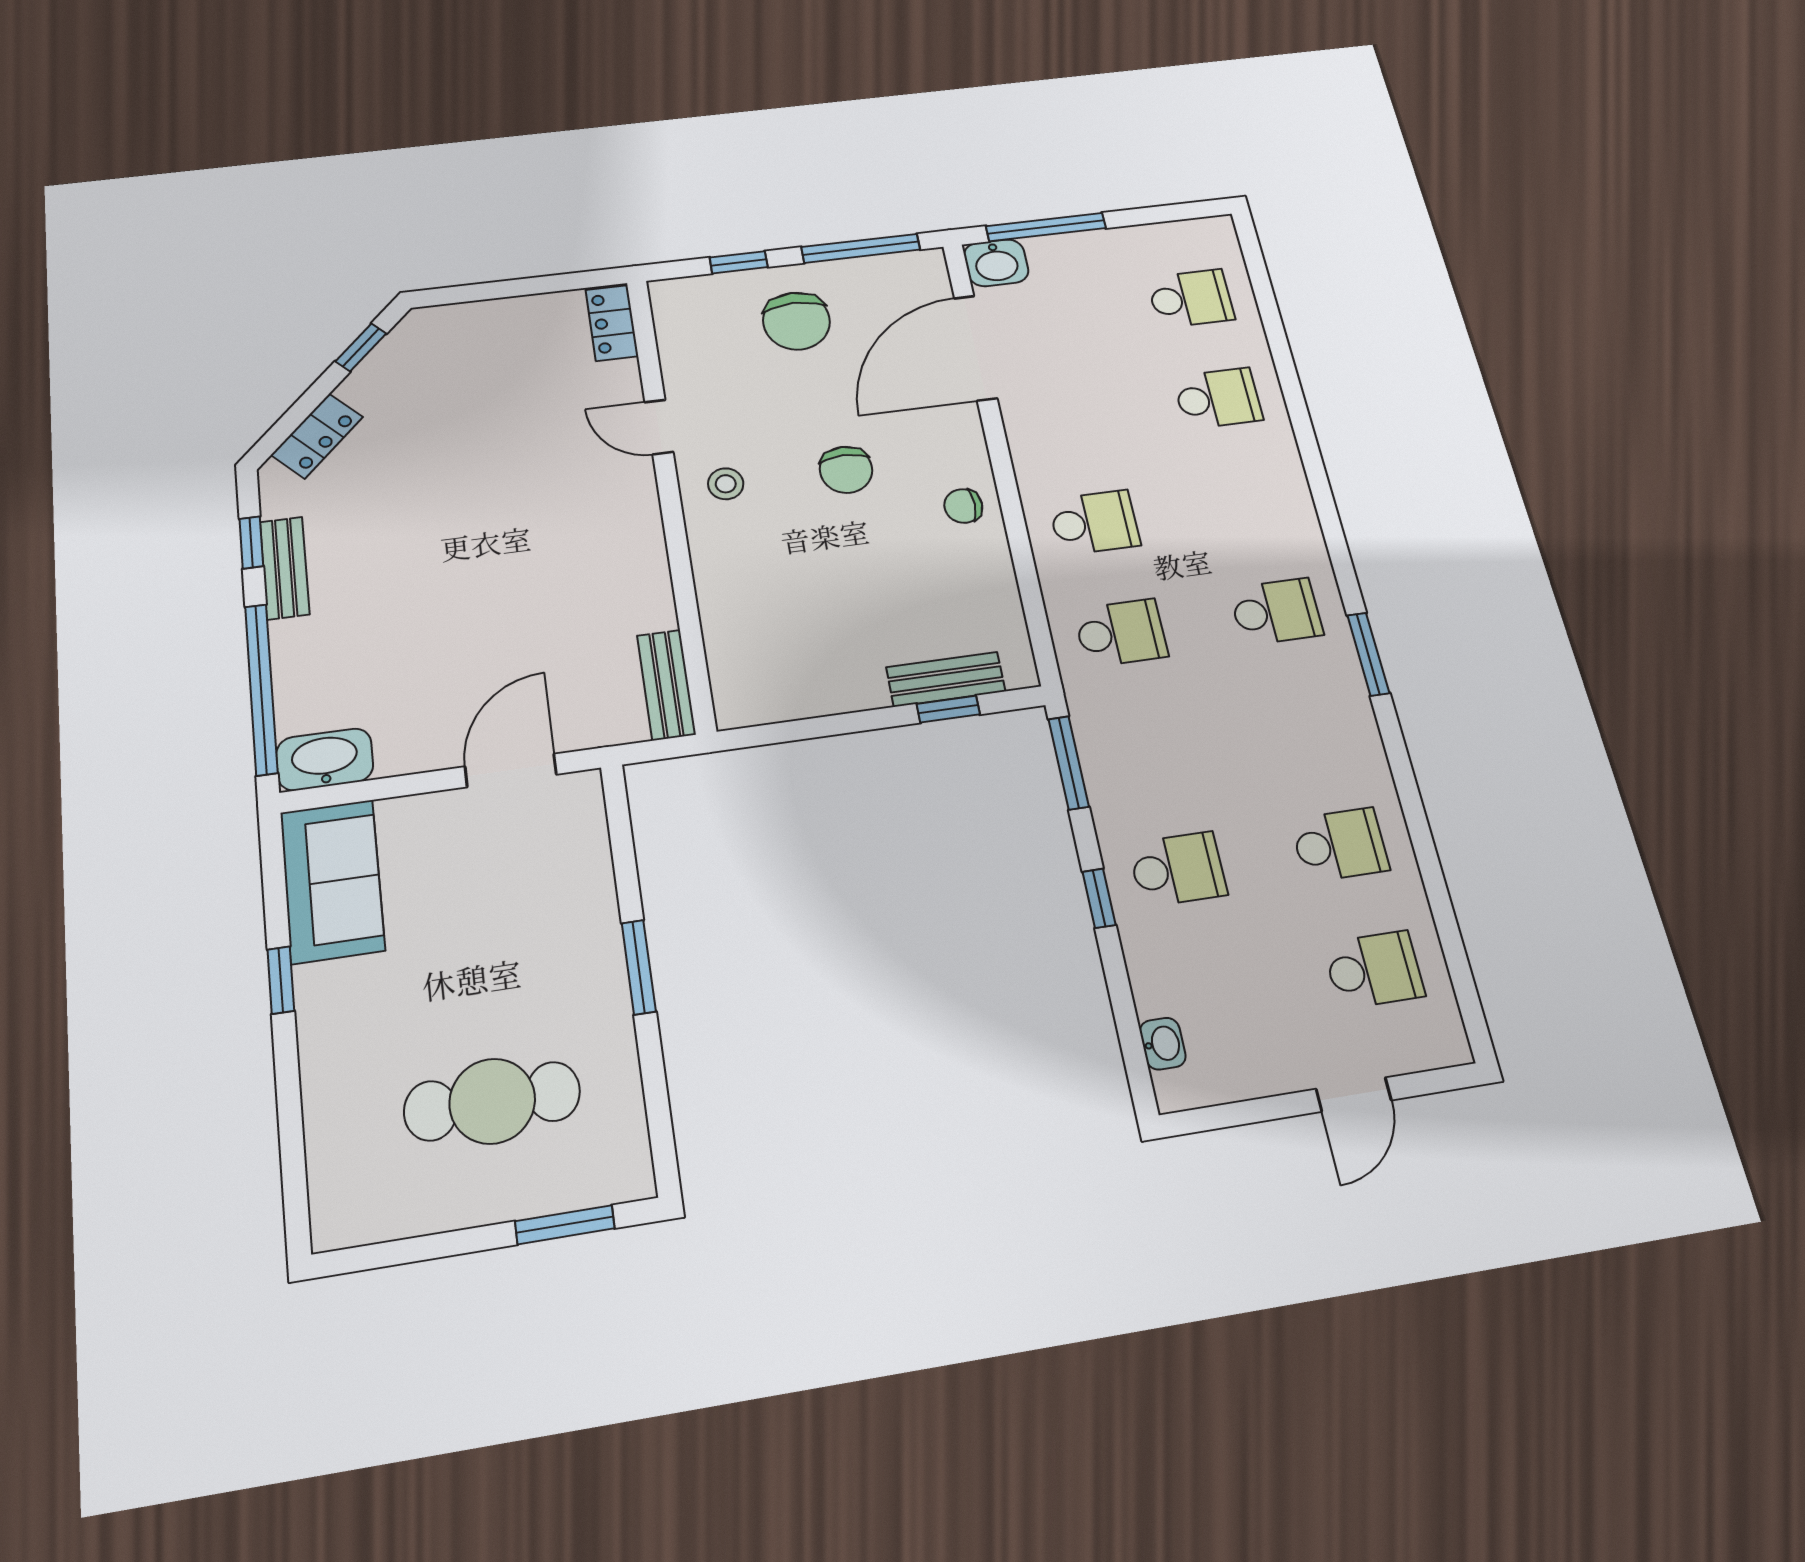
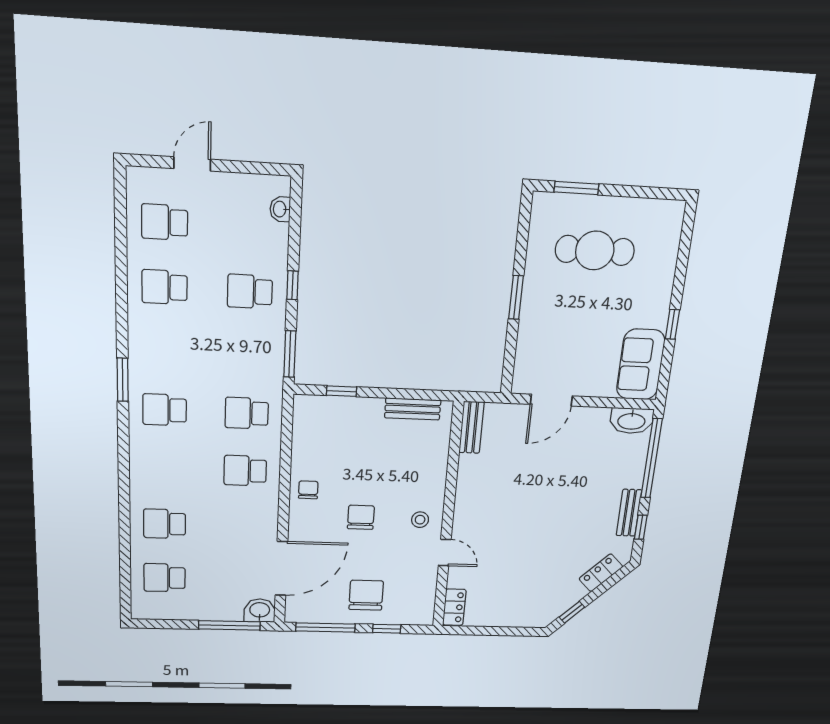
chair: (963, 506) -> (308, 490), turned -90
bench: (946, 679) -> (413, 409), moved

